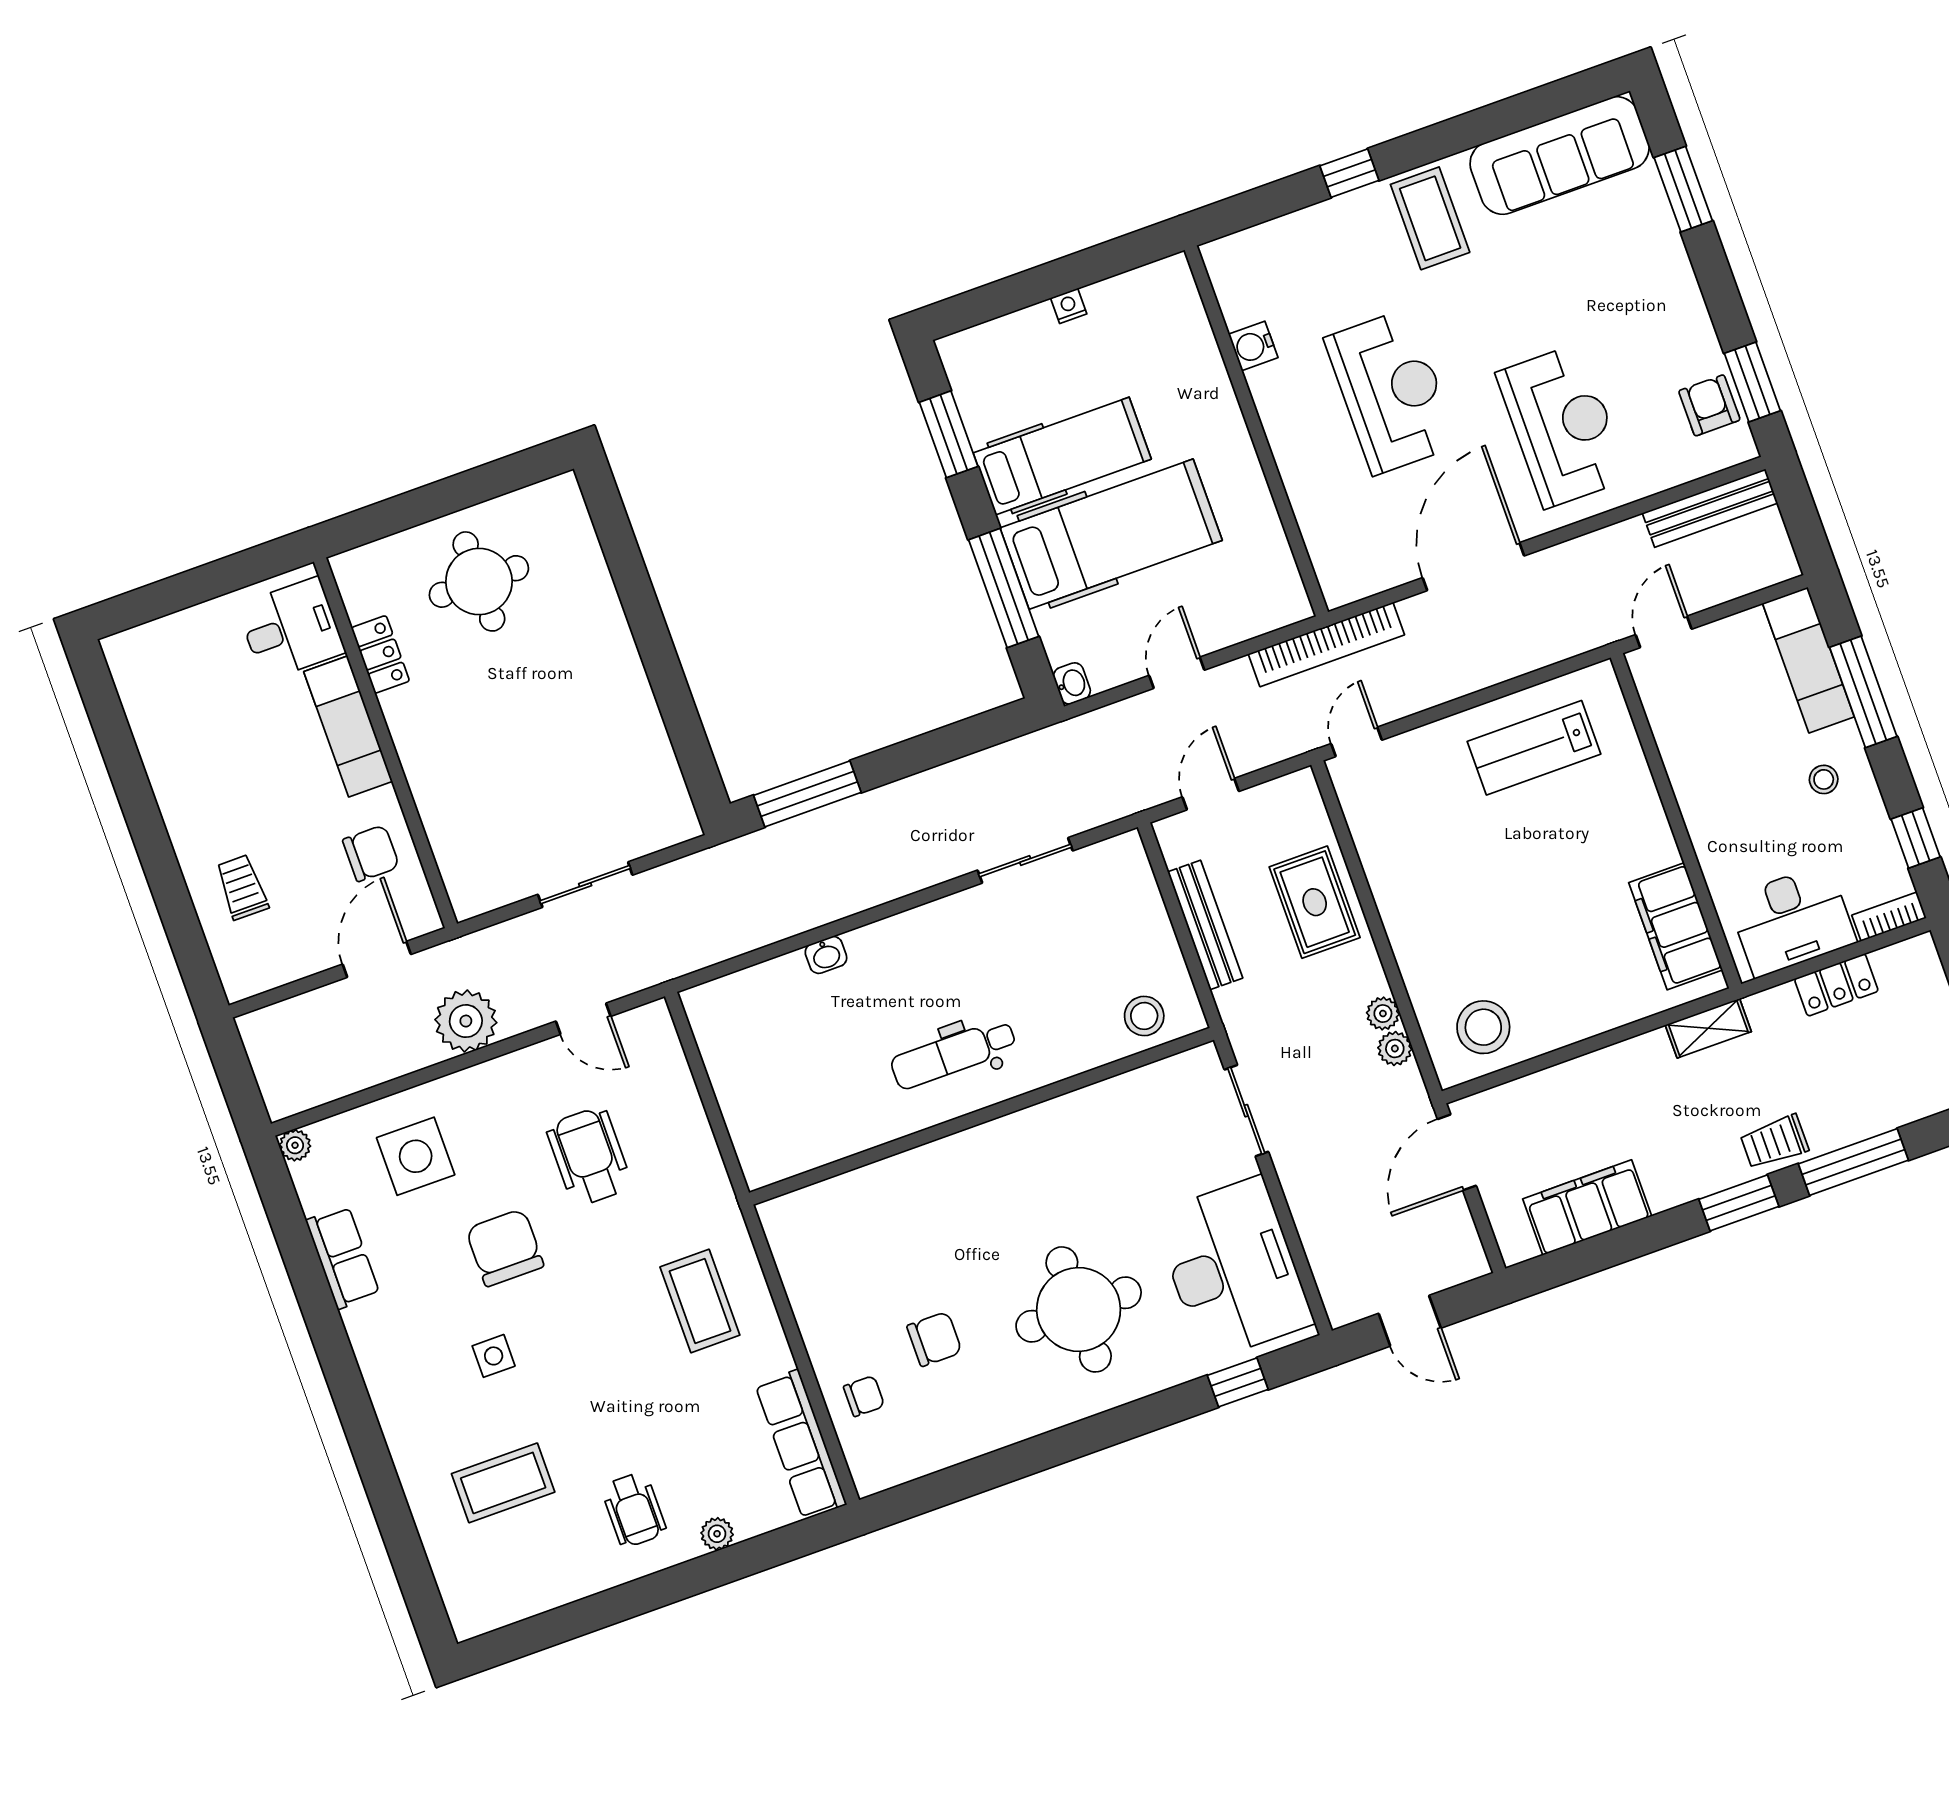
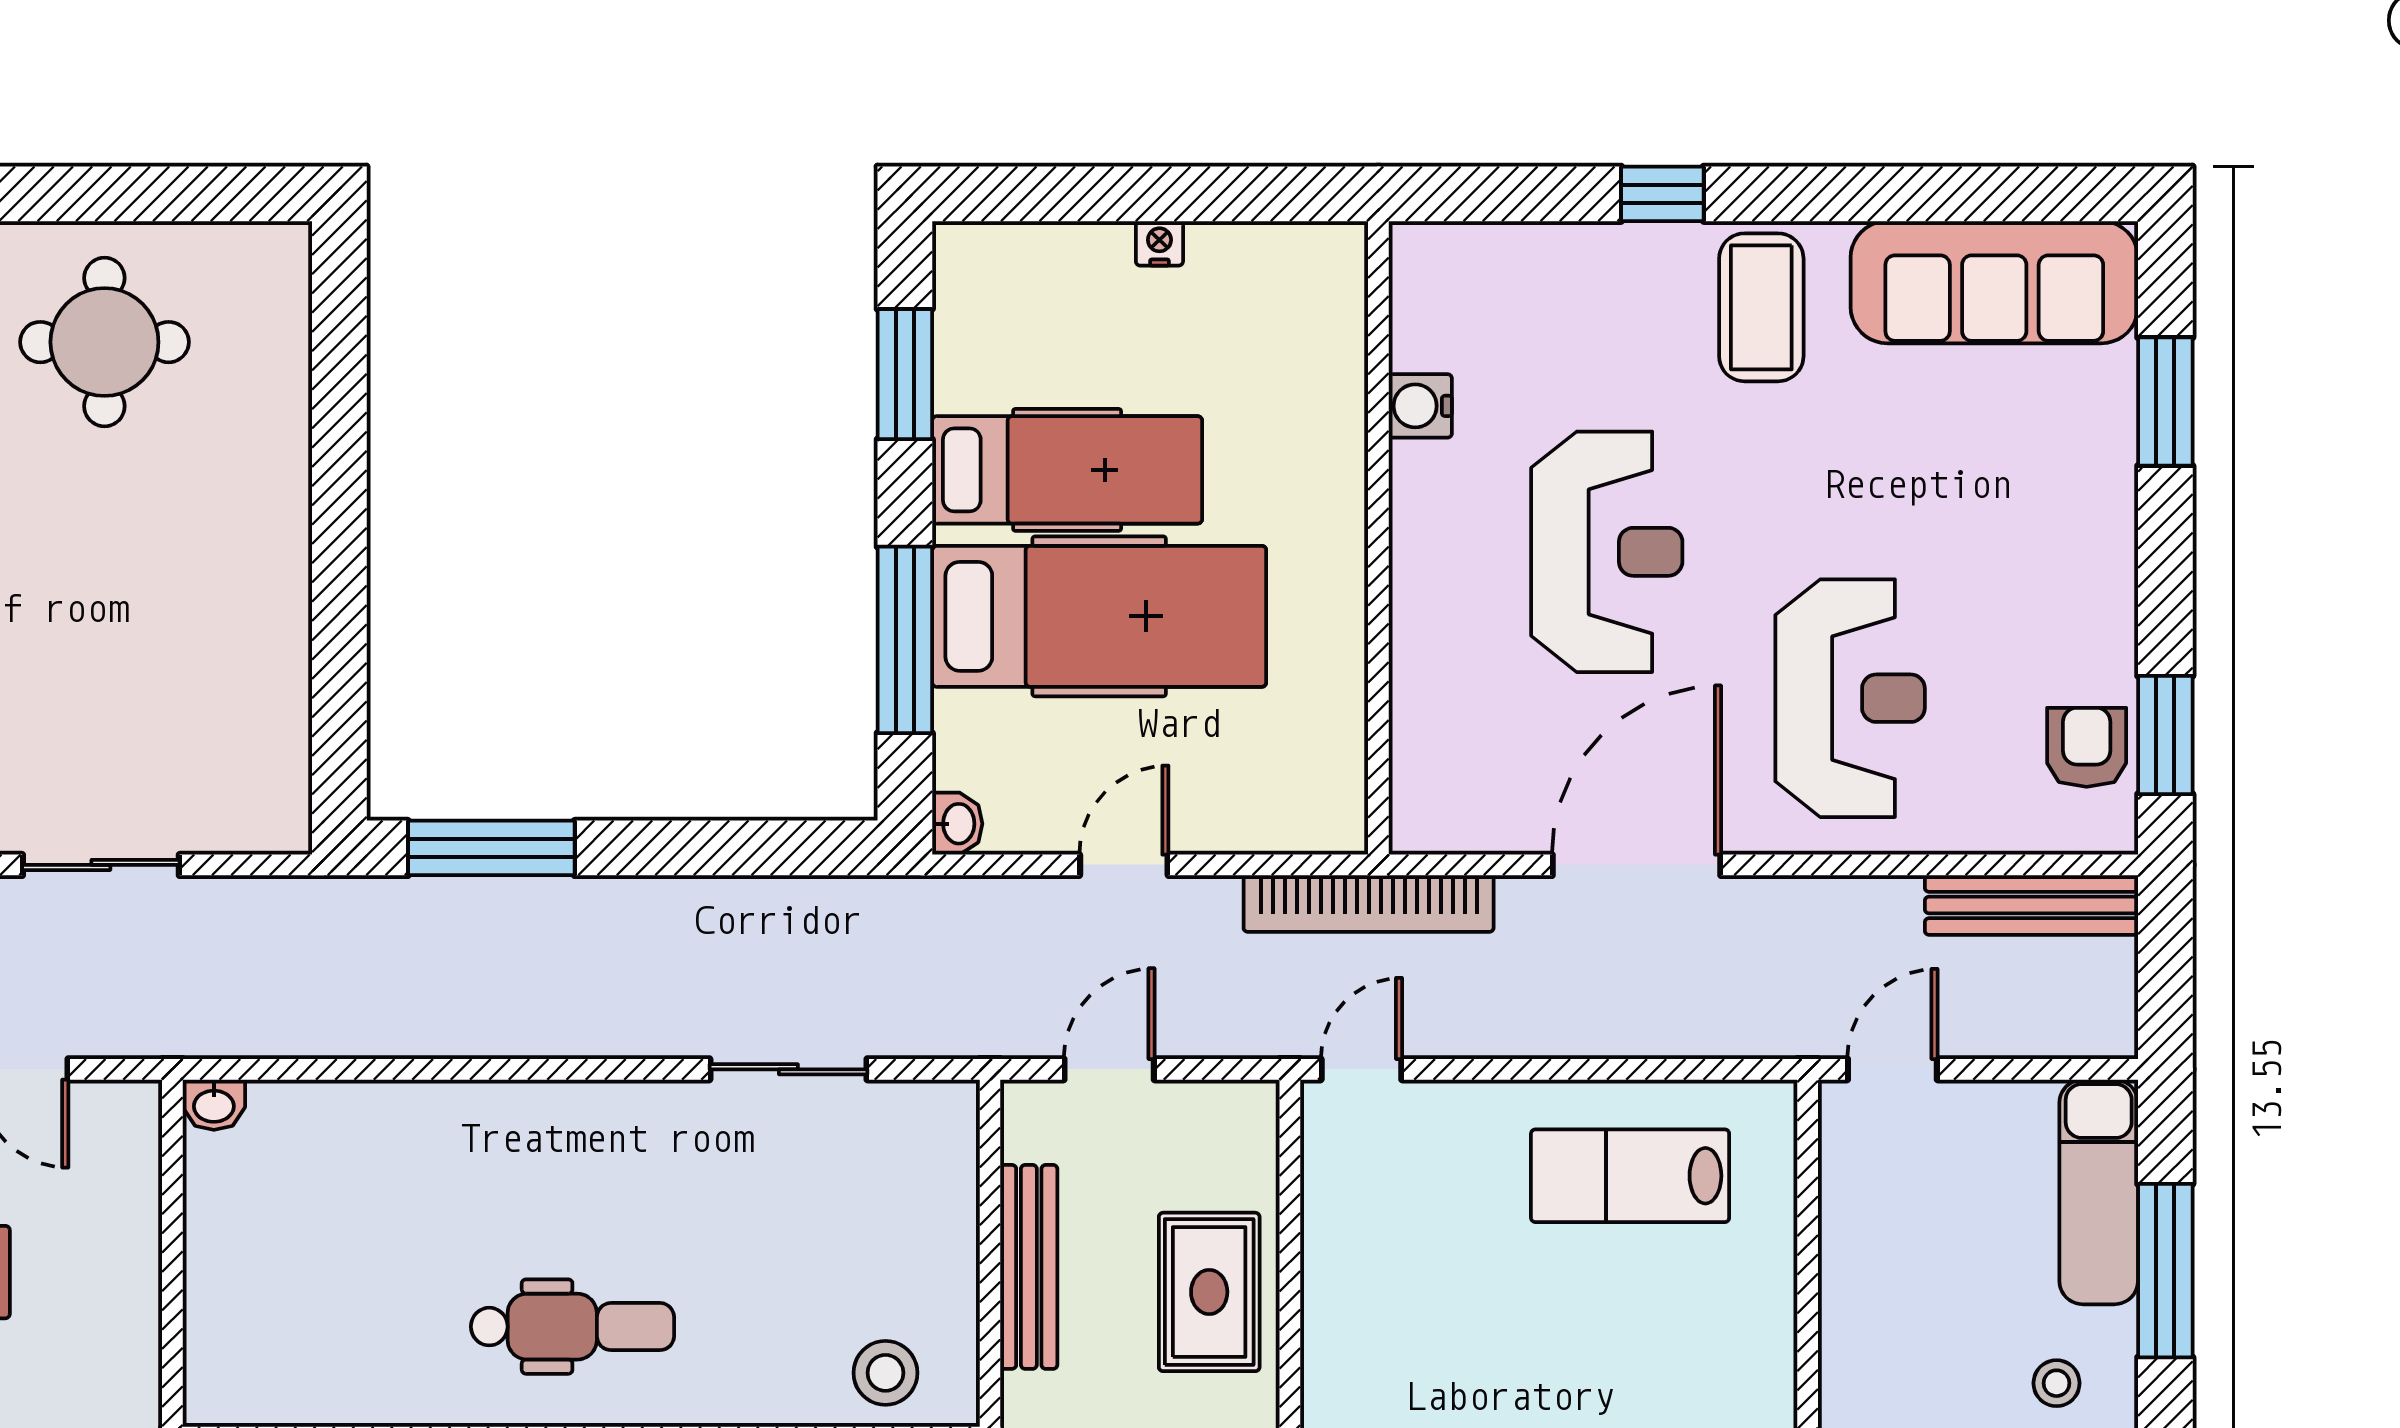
washbasin: (826, 955) -> (214, 1105), moved
dental chair: (954, 1054) -> (572, 1327), turned 180

